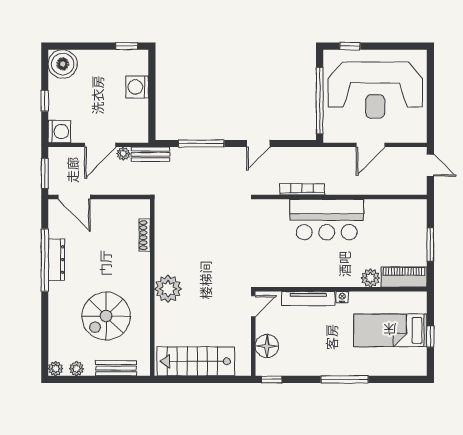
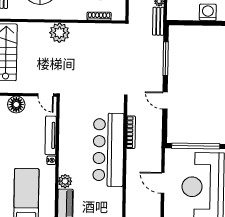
bar counter: (327, 220) -> (108, 150), width x1.36

